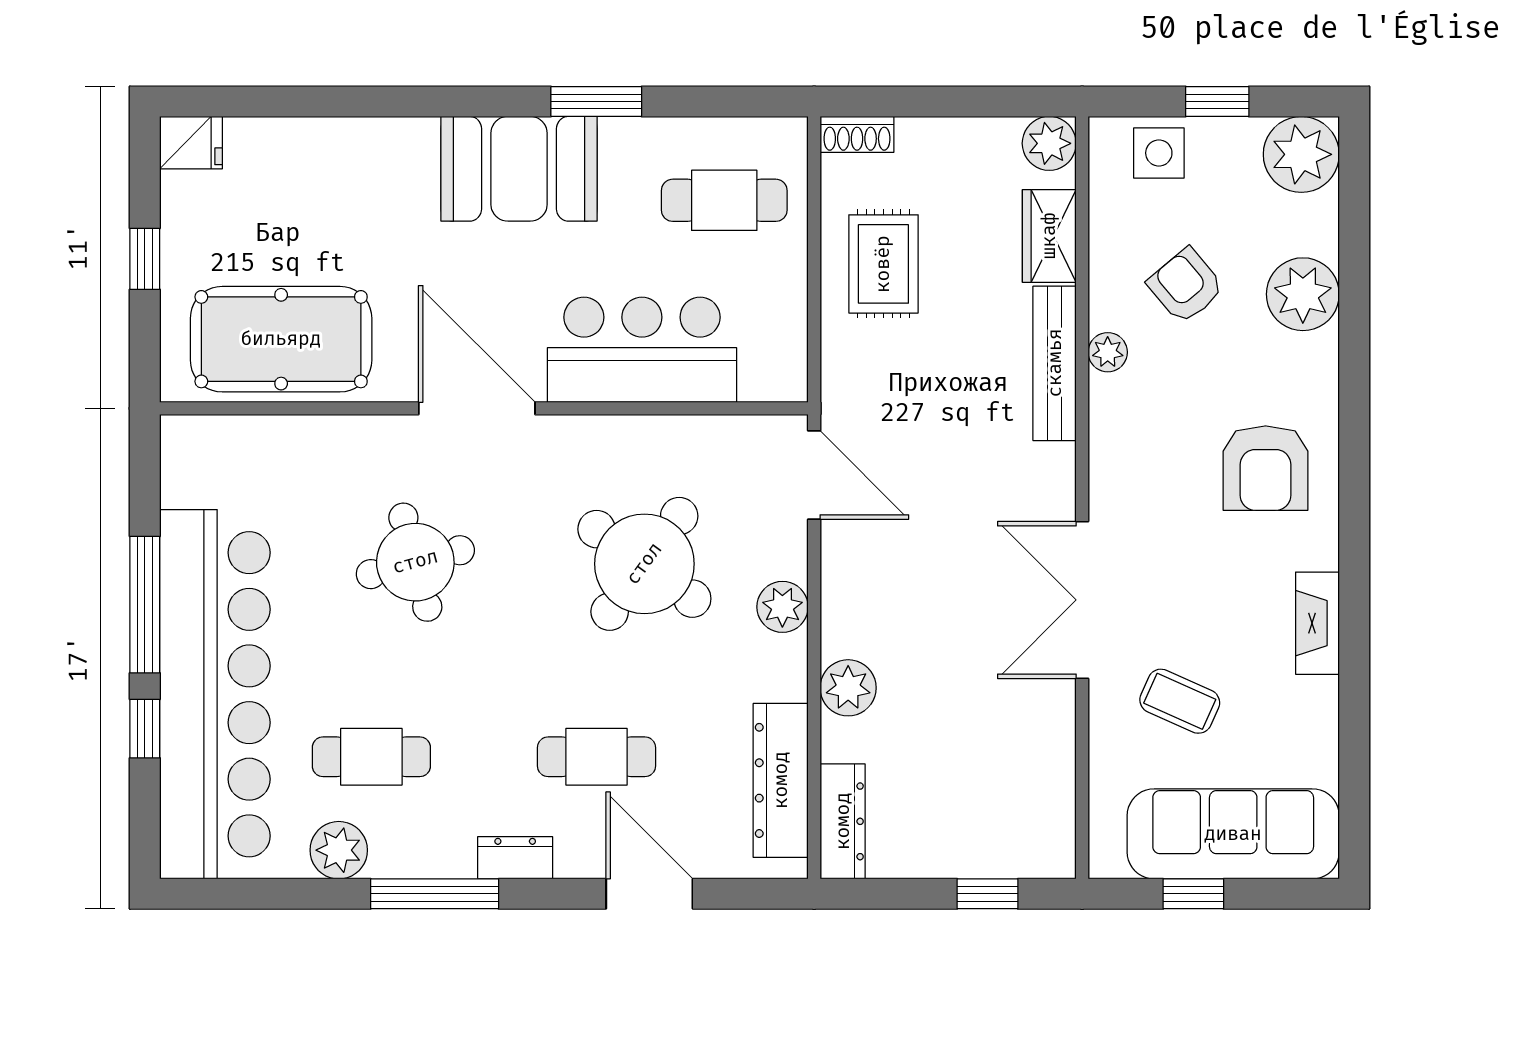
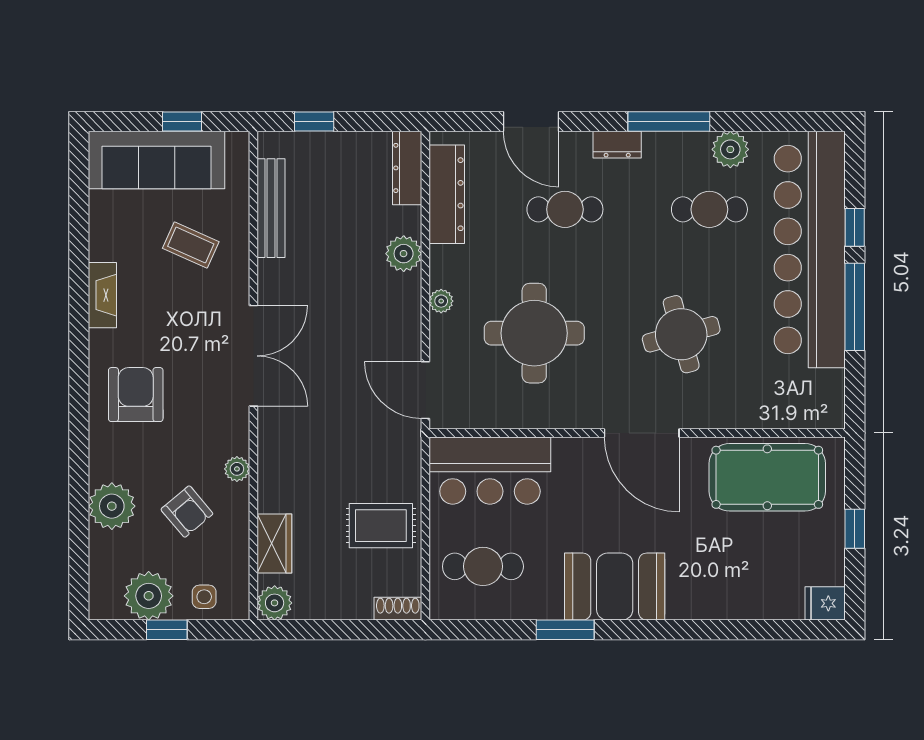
side table: (1159, 153) -> (204, 597), width x0.73, depth x0.73
plant: (1301, 154) -> (149, 596), moved
rug: (883, 264) -> (381, 526), turned 90
bar counter: (642, 350) -> (490, 471), moved
bench: (1055, 363) -> (271, 208), moved
round table: (644, 564) -> (534, 333), turned -36
double door: (1082, 600) -> (253, 356), moved
plant: (782, 607) -> (441, 301), width x0.73, depth x0.73

